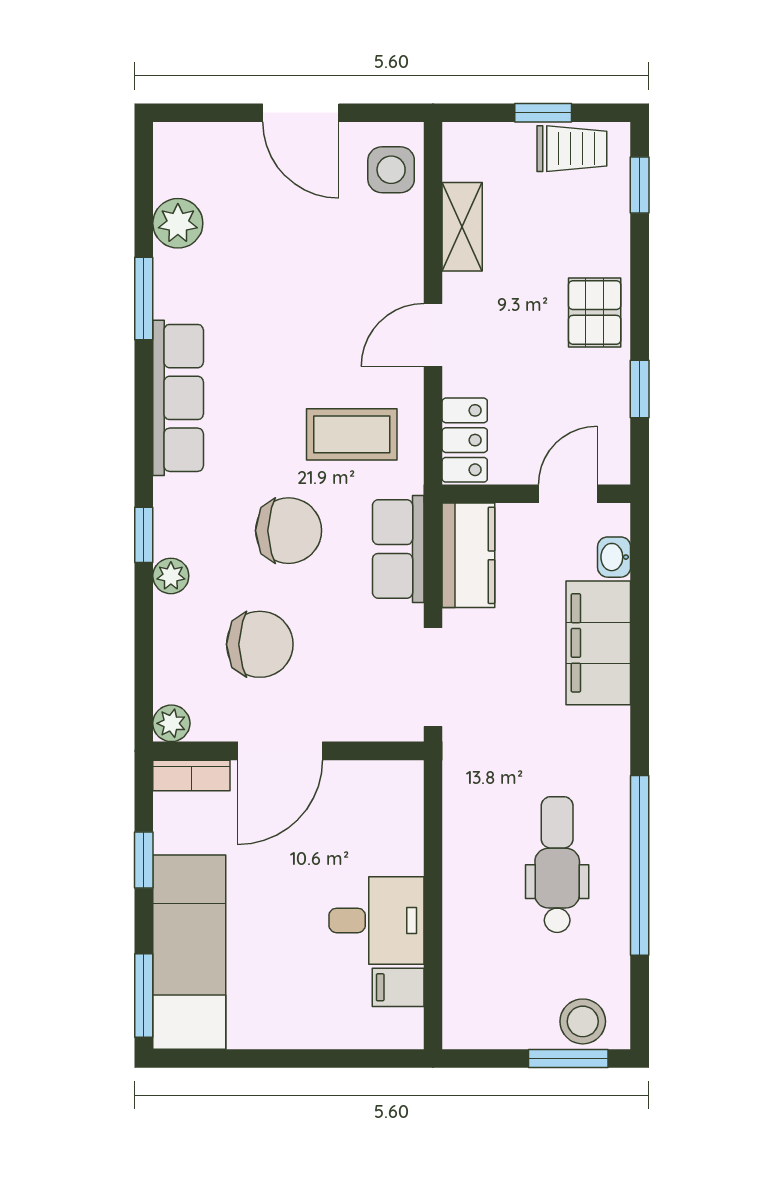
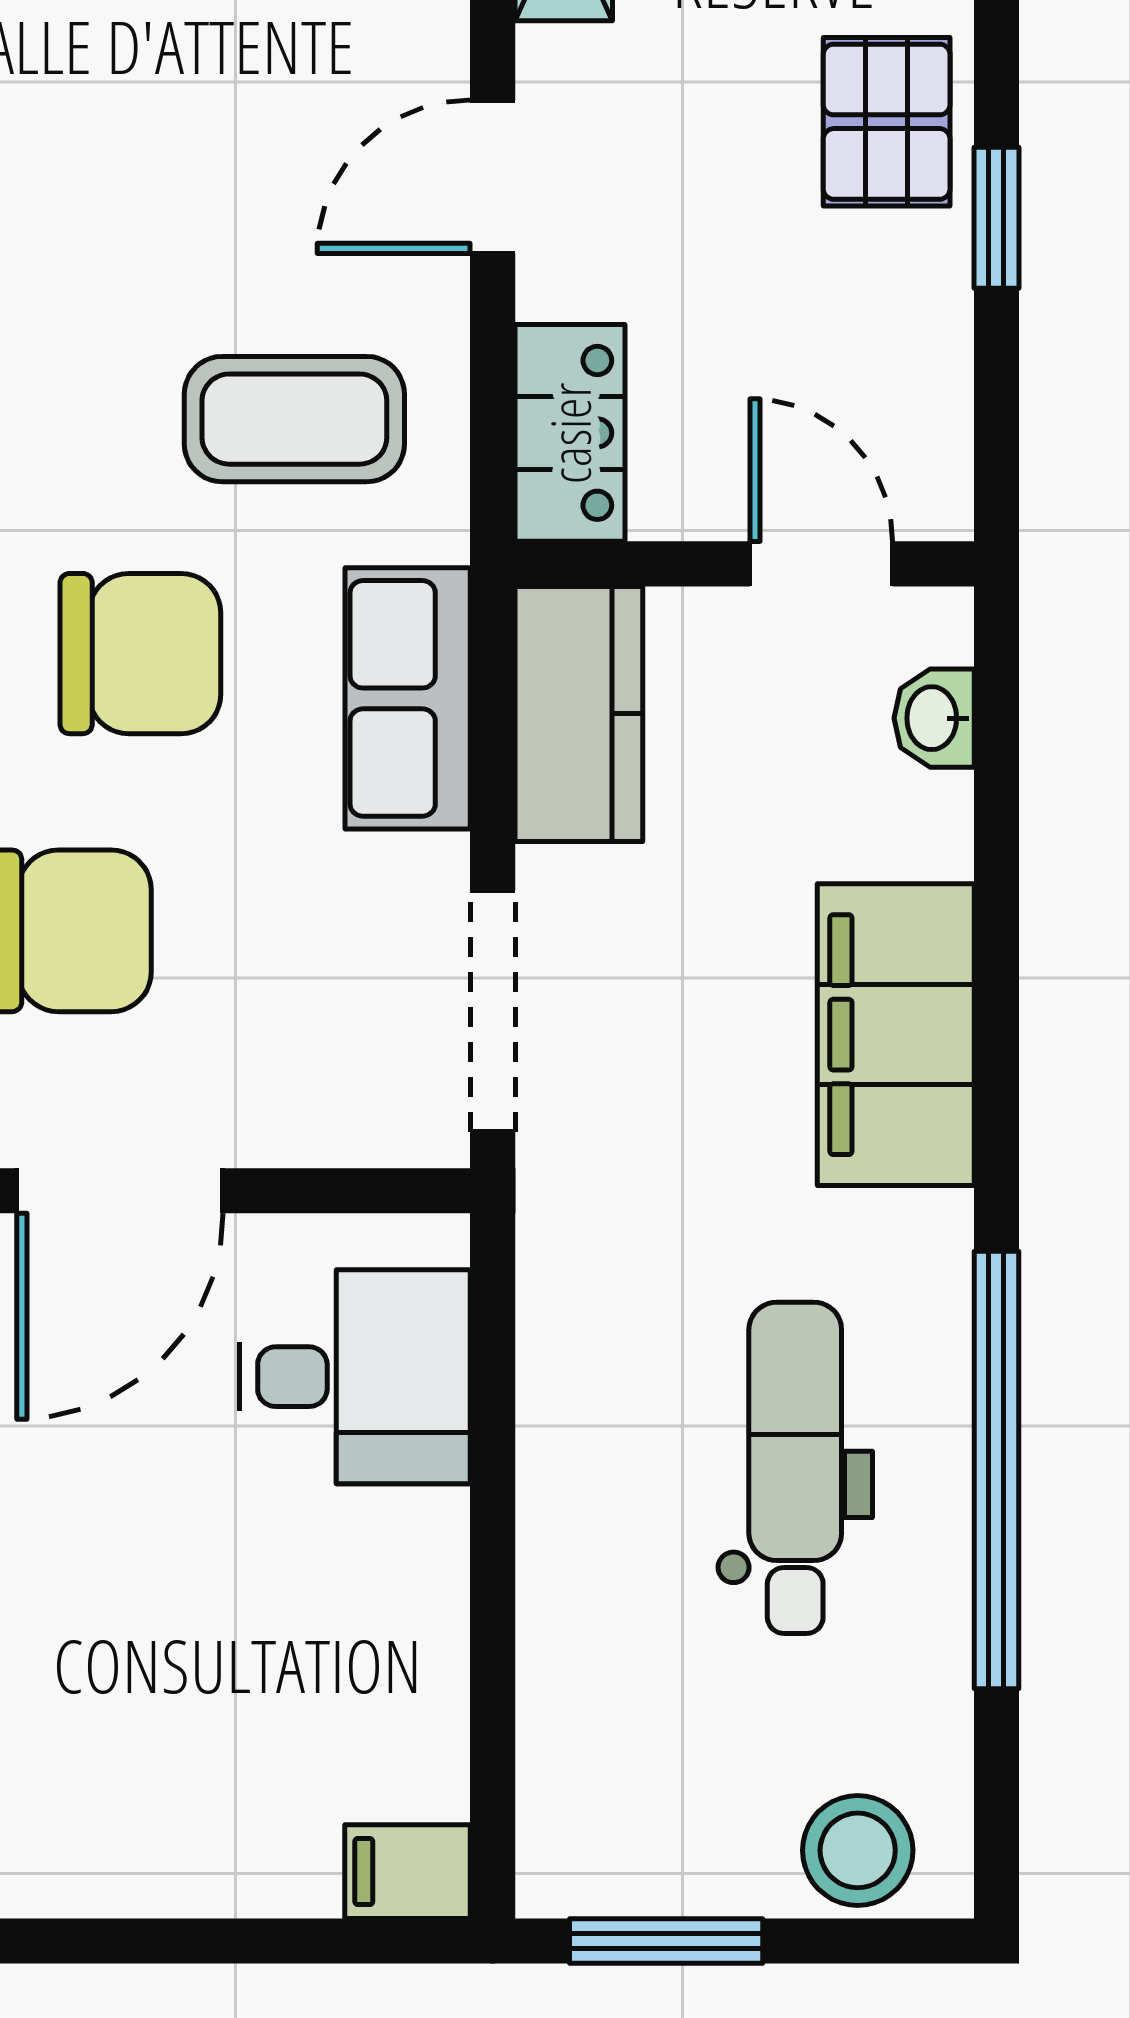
window: (640, 389) -> (996, 218), moved
door: (568, 494) -> (821, 564), hinge flipped
filing cabinet: (598, 643) -> (896, 1035), moved
desk: (376, 920) -> (355, 1377), moved
filing cabinet: (398, 987) -> (408, 1872), moved
window: (568, 1059) -> (666, 1941), moved

